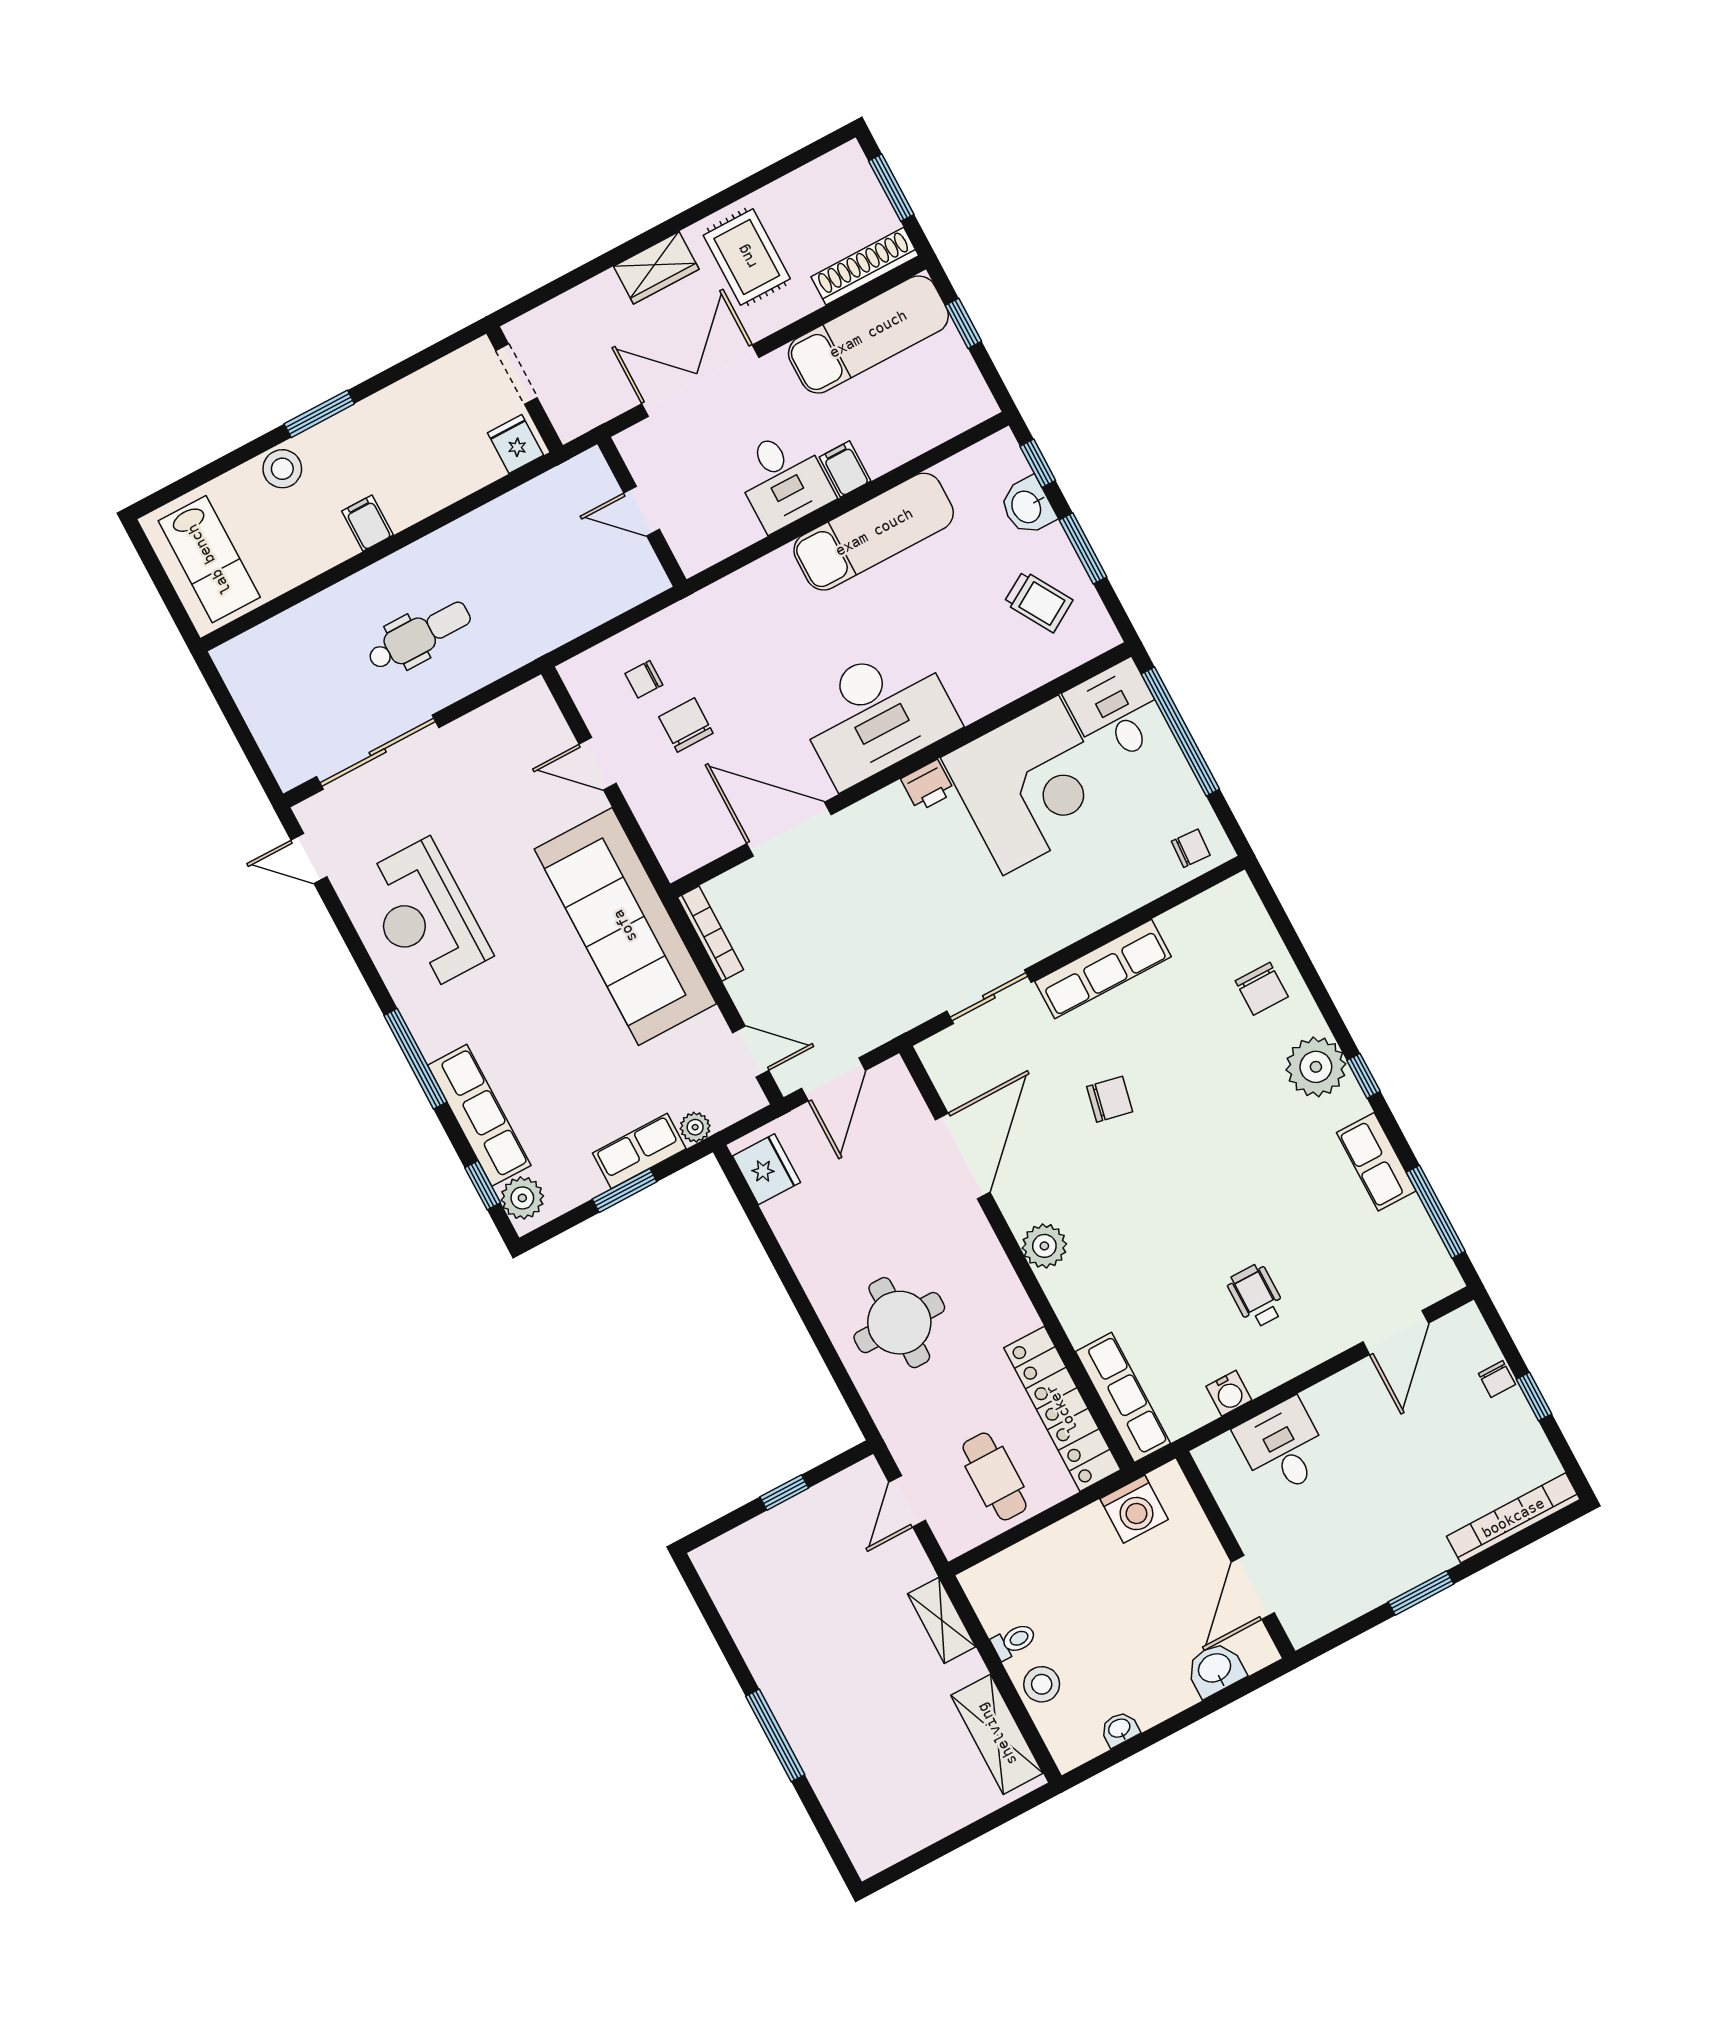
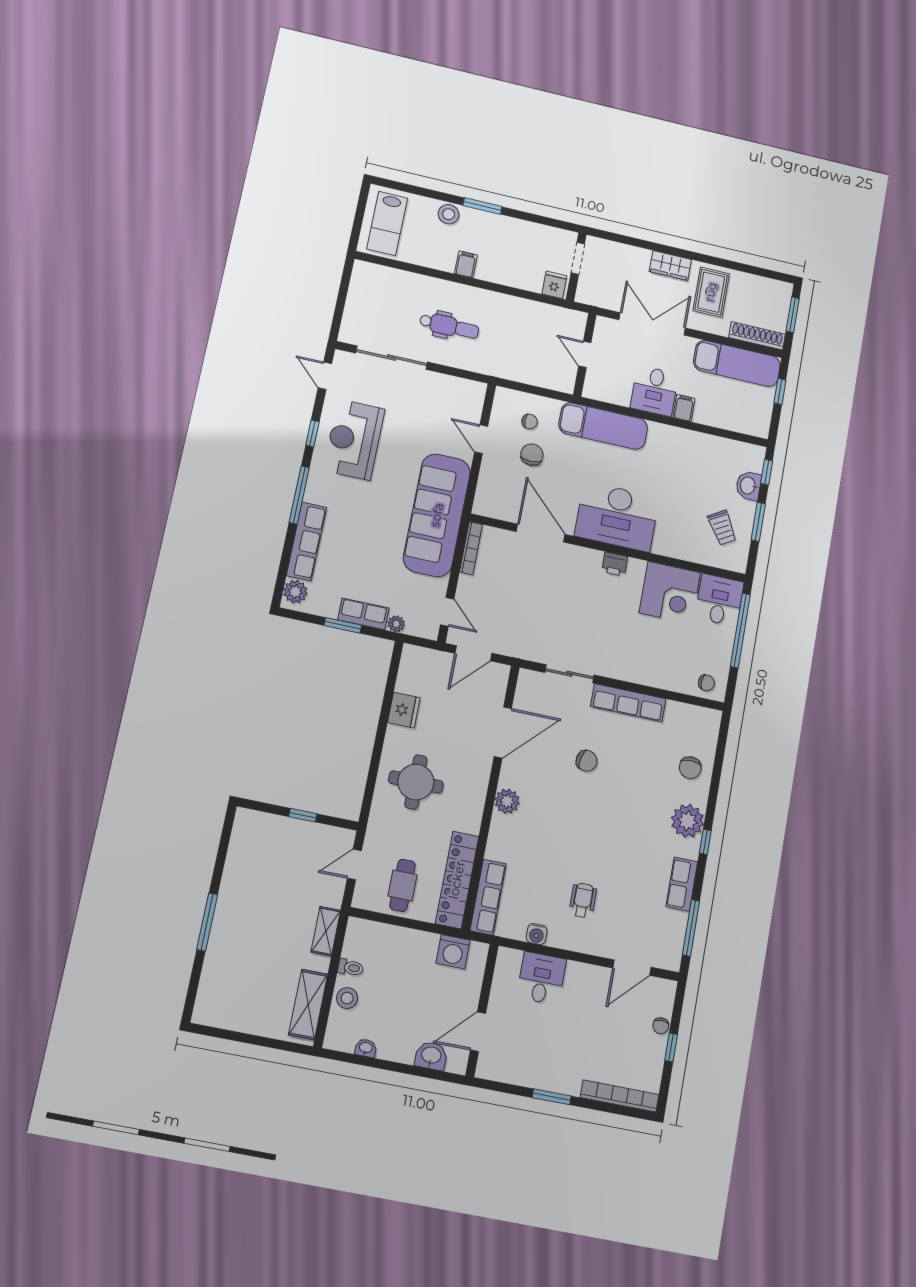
exam couch: (874, 532) -> (603, 426), moved
chair: (644, 679) -> (530, 422), turned 180
corner desk: (1031, 785) -> (670, 593), width x0.74, depth x0.74
fridge: (766, 1169) -> (404, 710), moved
window: (483, 1185) -> (312, 434), moved

